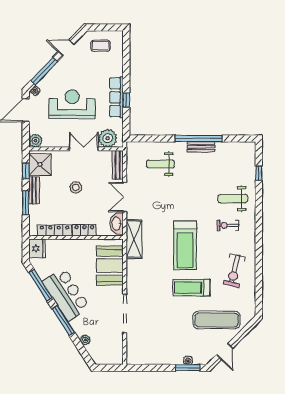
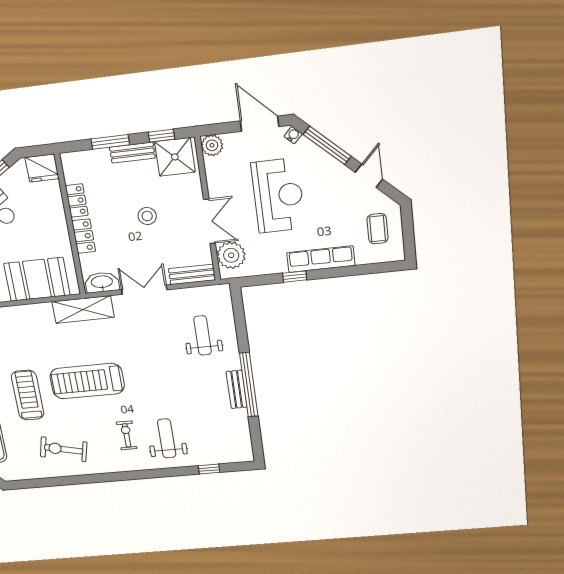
row of seats: (117, 97) -> (321, 259), moved
locker: (55, 230) -> (77, 200), width x0.66

